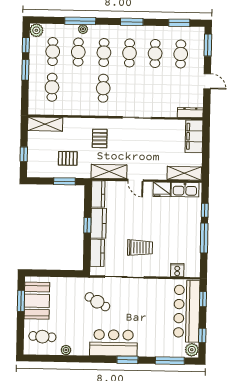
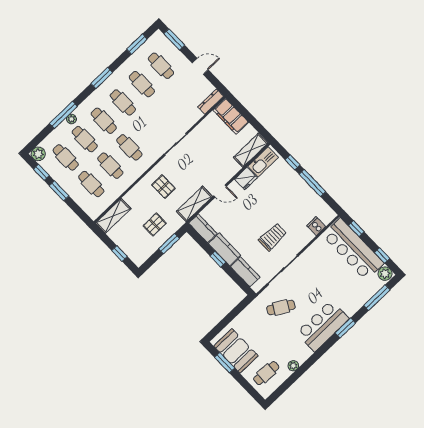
cafe table: (78, 88) -> (110, 166), added

